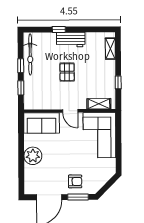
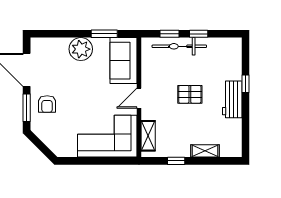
shelving: (110, 49) -> (205, 151), moved
bicycle: (30, 54) -> (179, 46), moved
window: (21, 138) -> (104, 34), added

